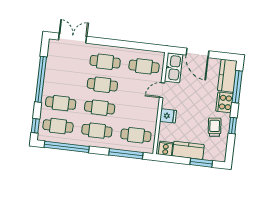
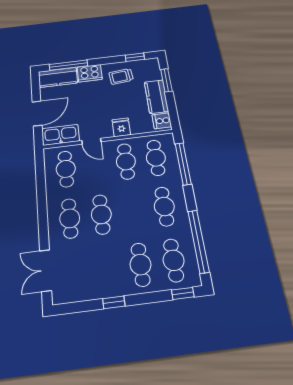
window: (41, 79) -> (114, 302), width x0.32
cafe table: (100, 108) -> (126, 161), moved
window: (233, 126) -> (135, 57), moved

